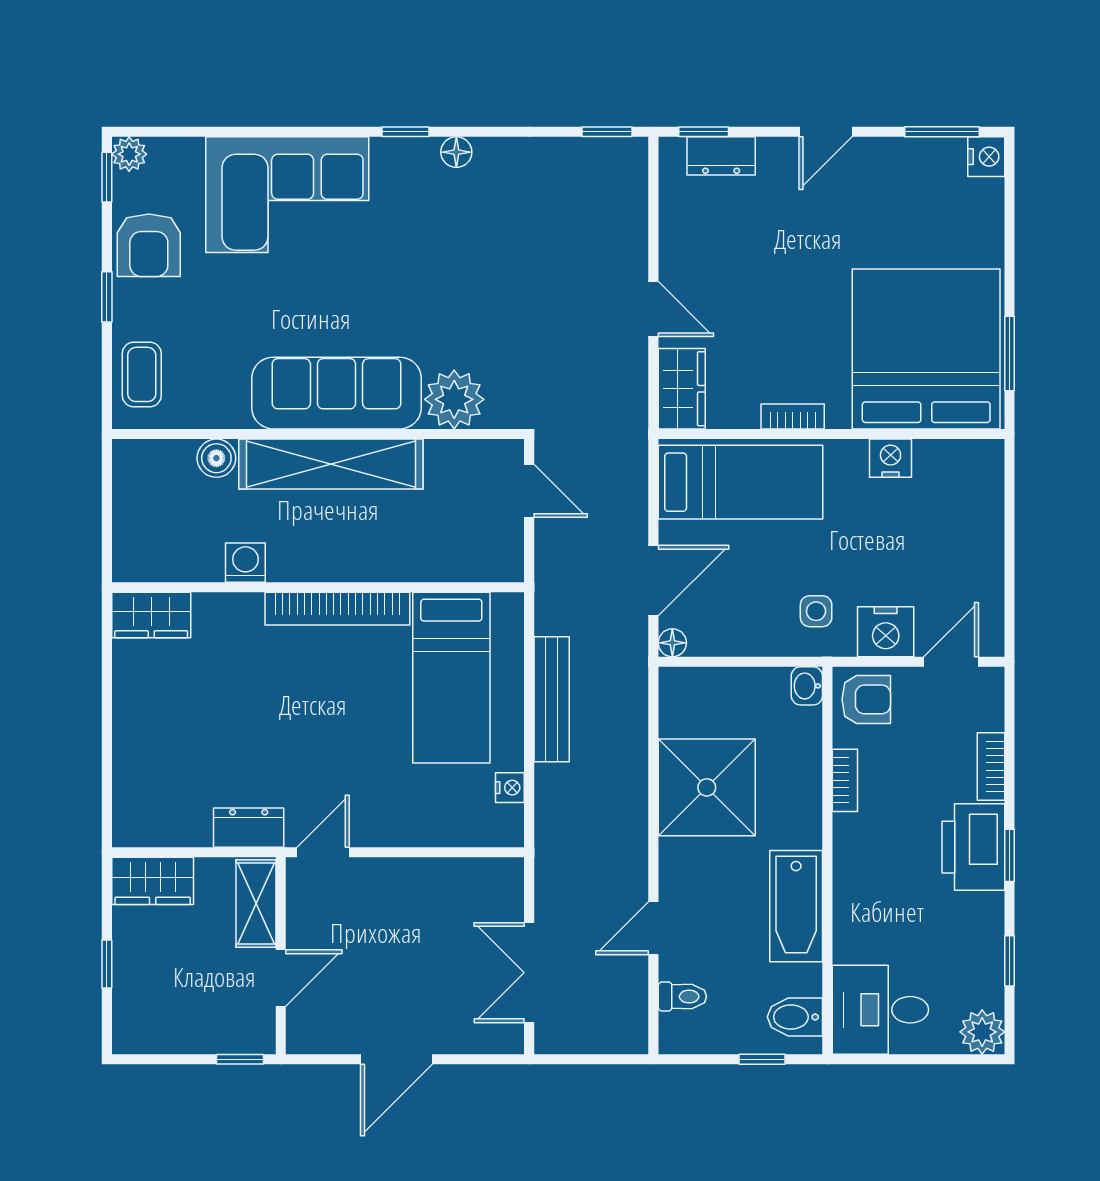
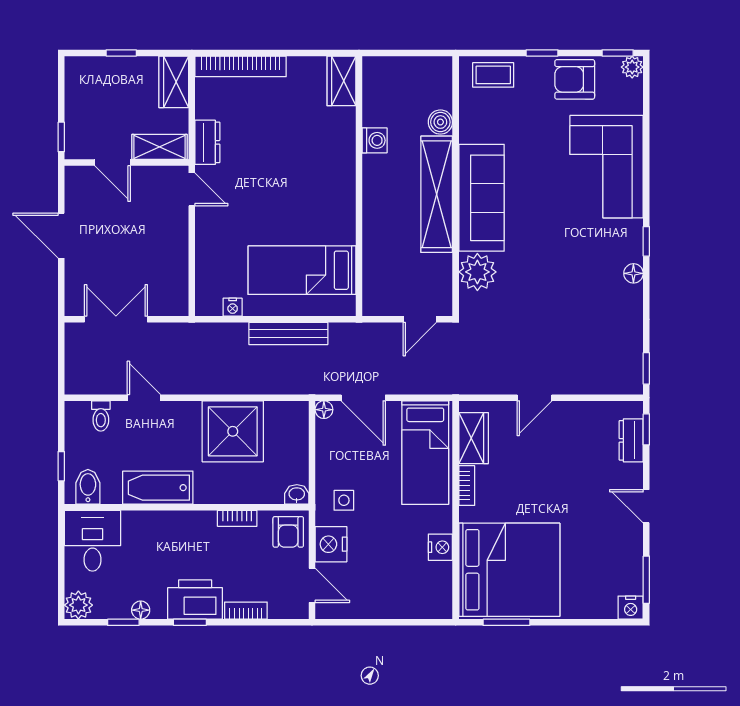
wardrobe: (682, 389) -> (474, 438), moved, turned -90
bookcase: (337, 609) -> (241, 66), moved, turned -90
floor lamp: (990, 933) -> (141, 610), added

